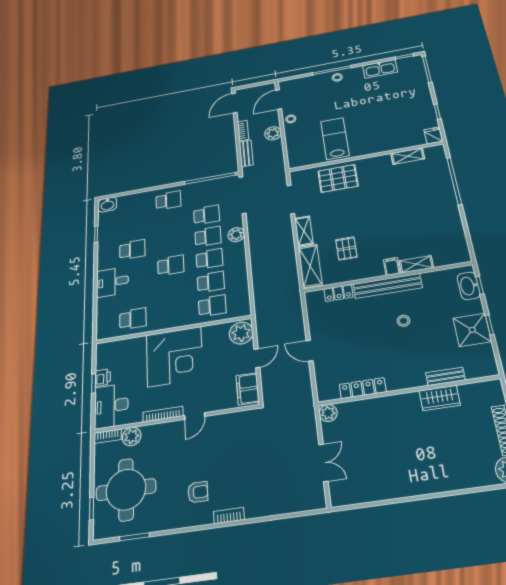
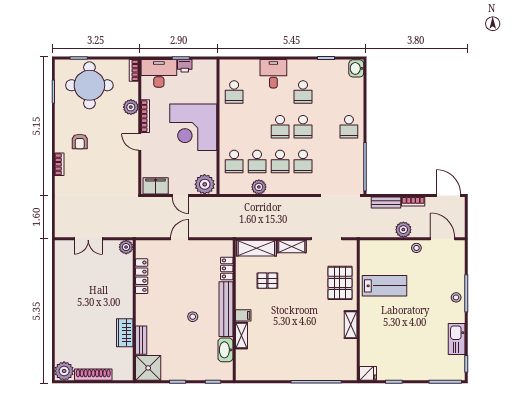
shelving: (408, 156) -> (351, 325), moved
school desk: (207, 215) -> (303, 127), moved
plant: (236, 235) -> (259, 187), moved
washbasin: (469, 286) -> (225, 350), moved, turned -90
shower: (472, 330) -> (148, 368), moved
plant: (132, 436) -> (131, 107), moved

